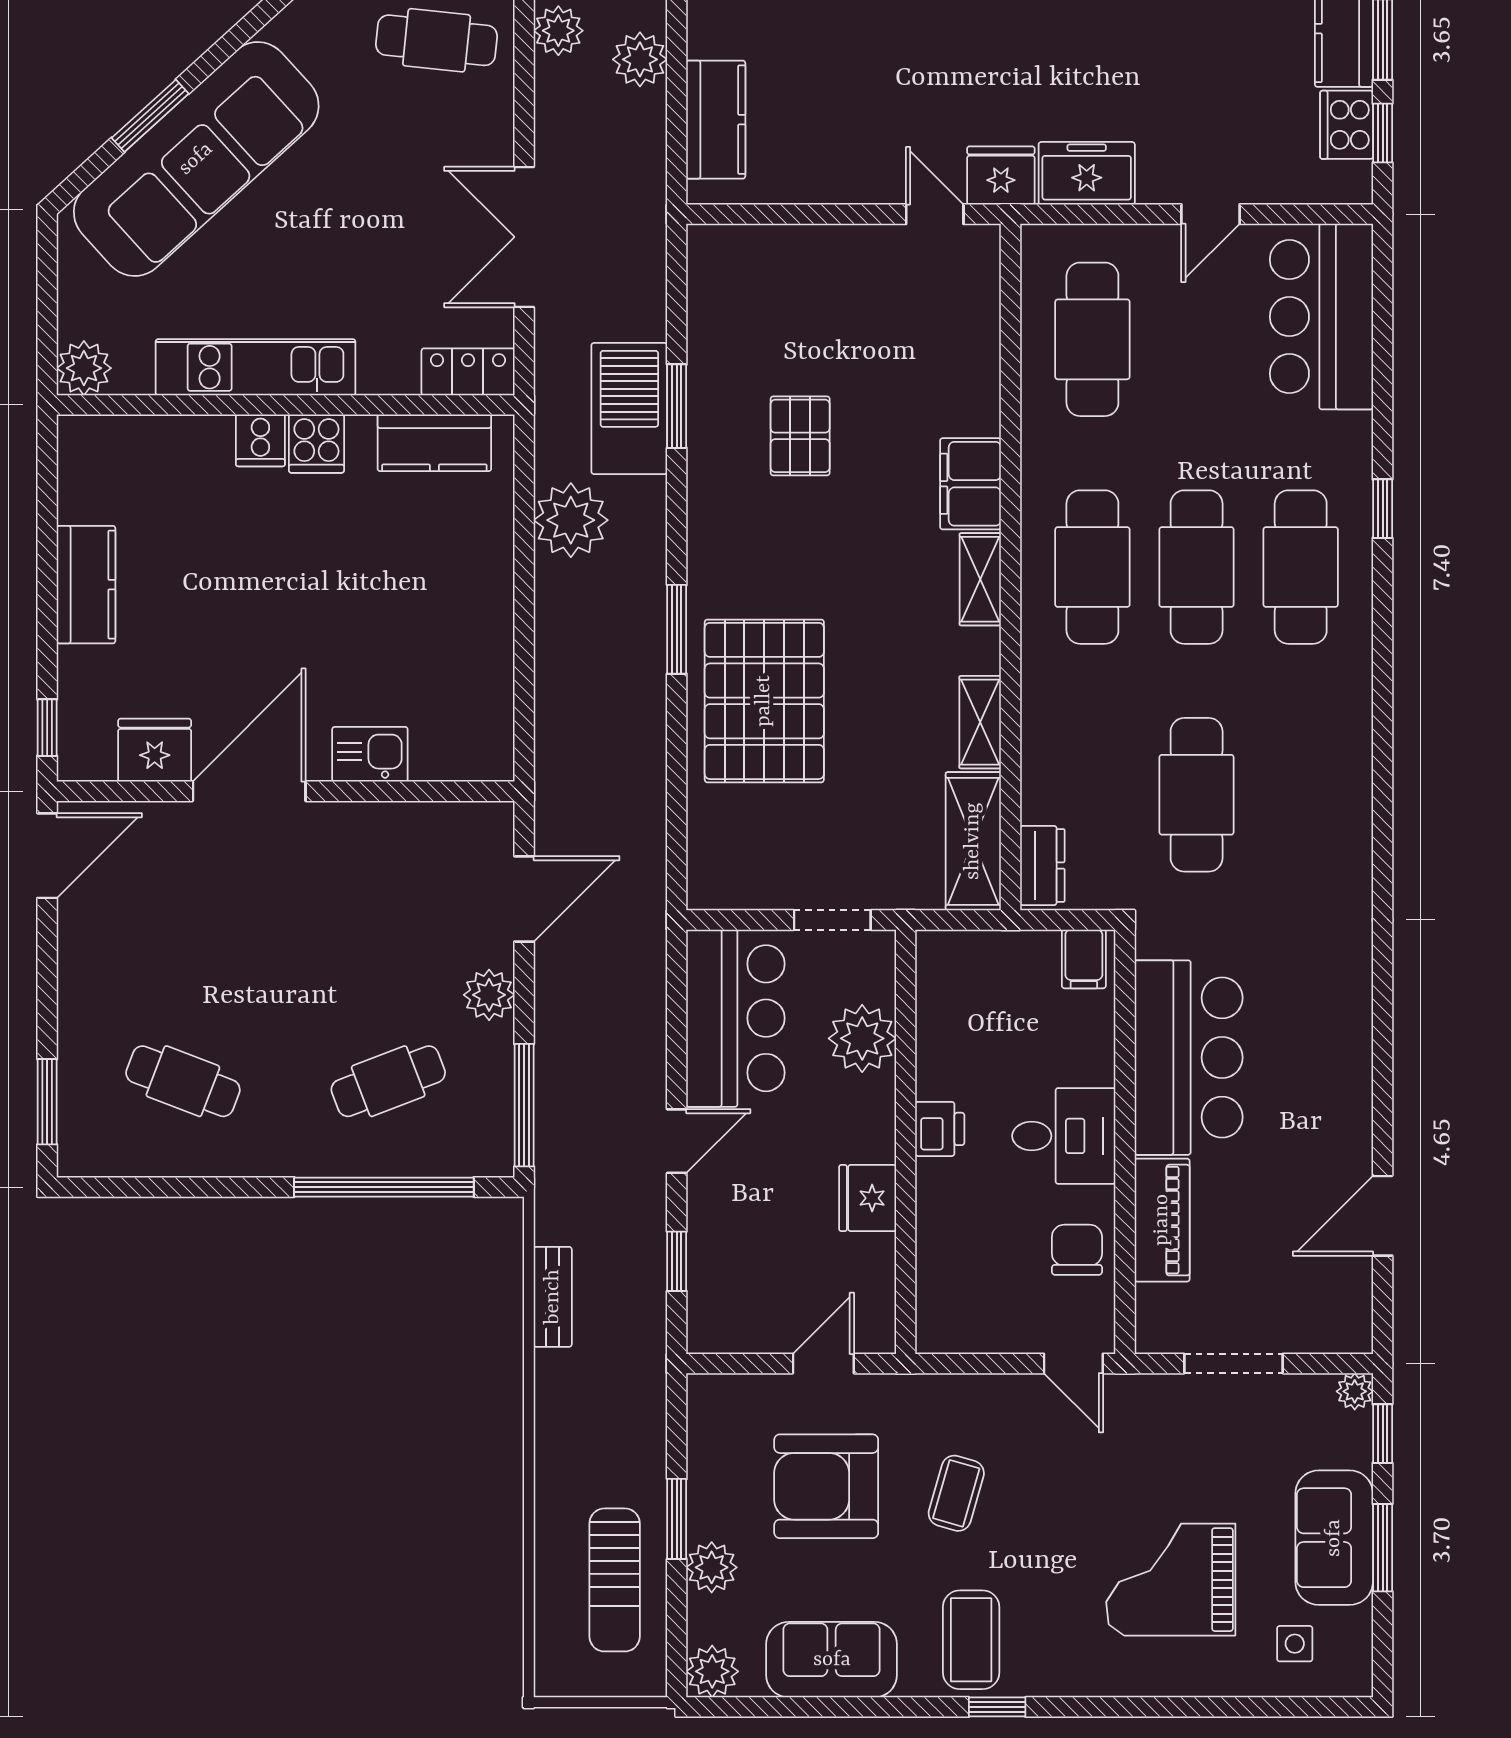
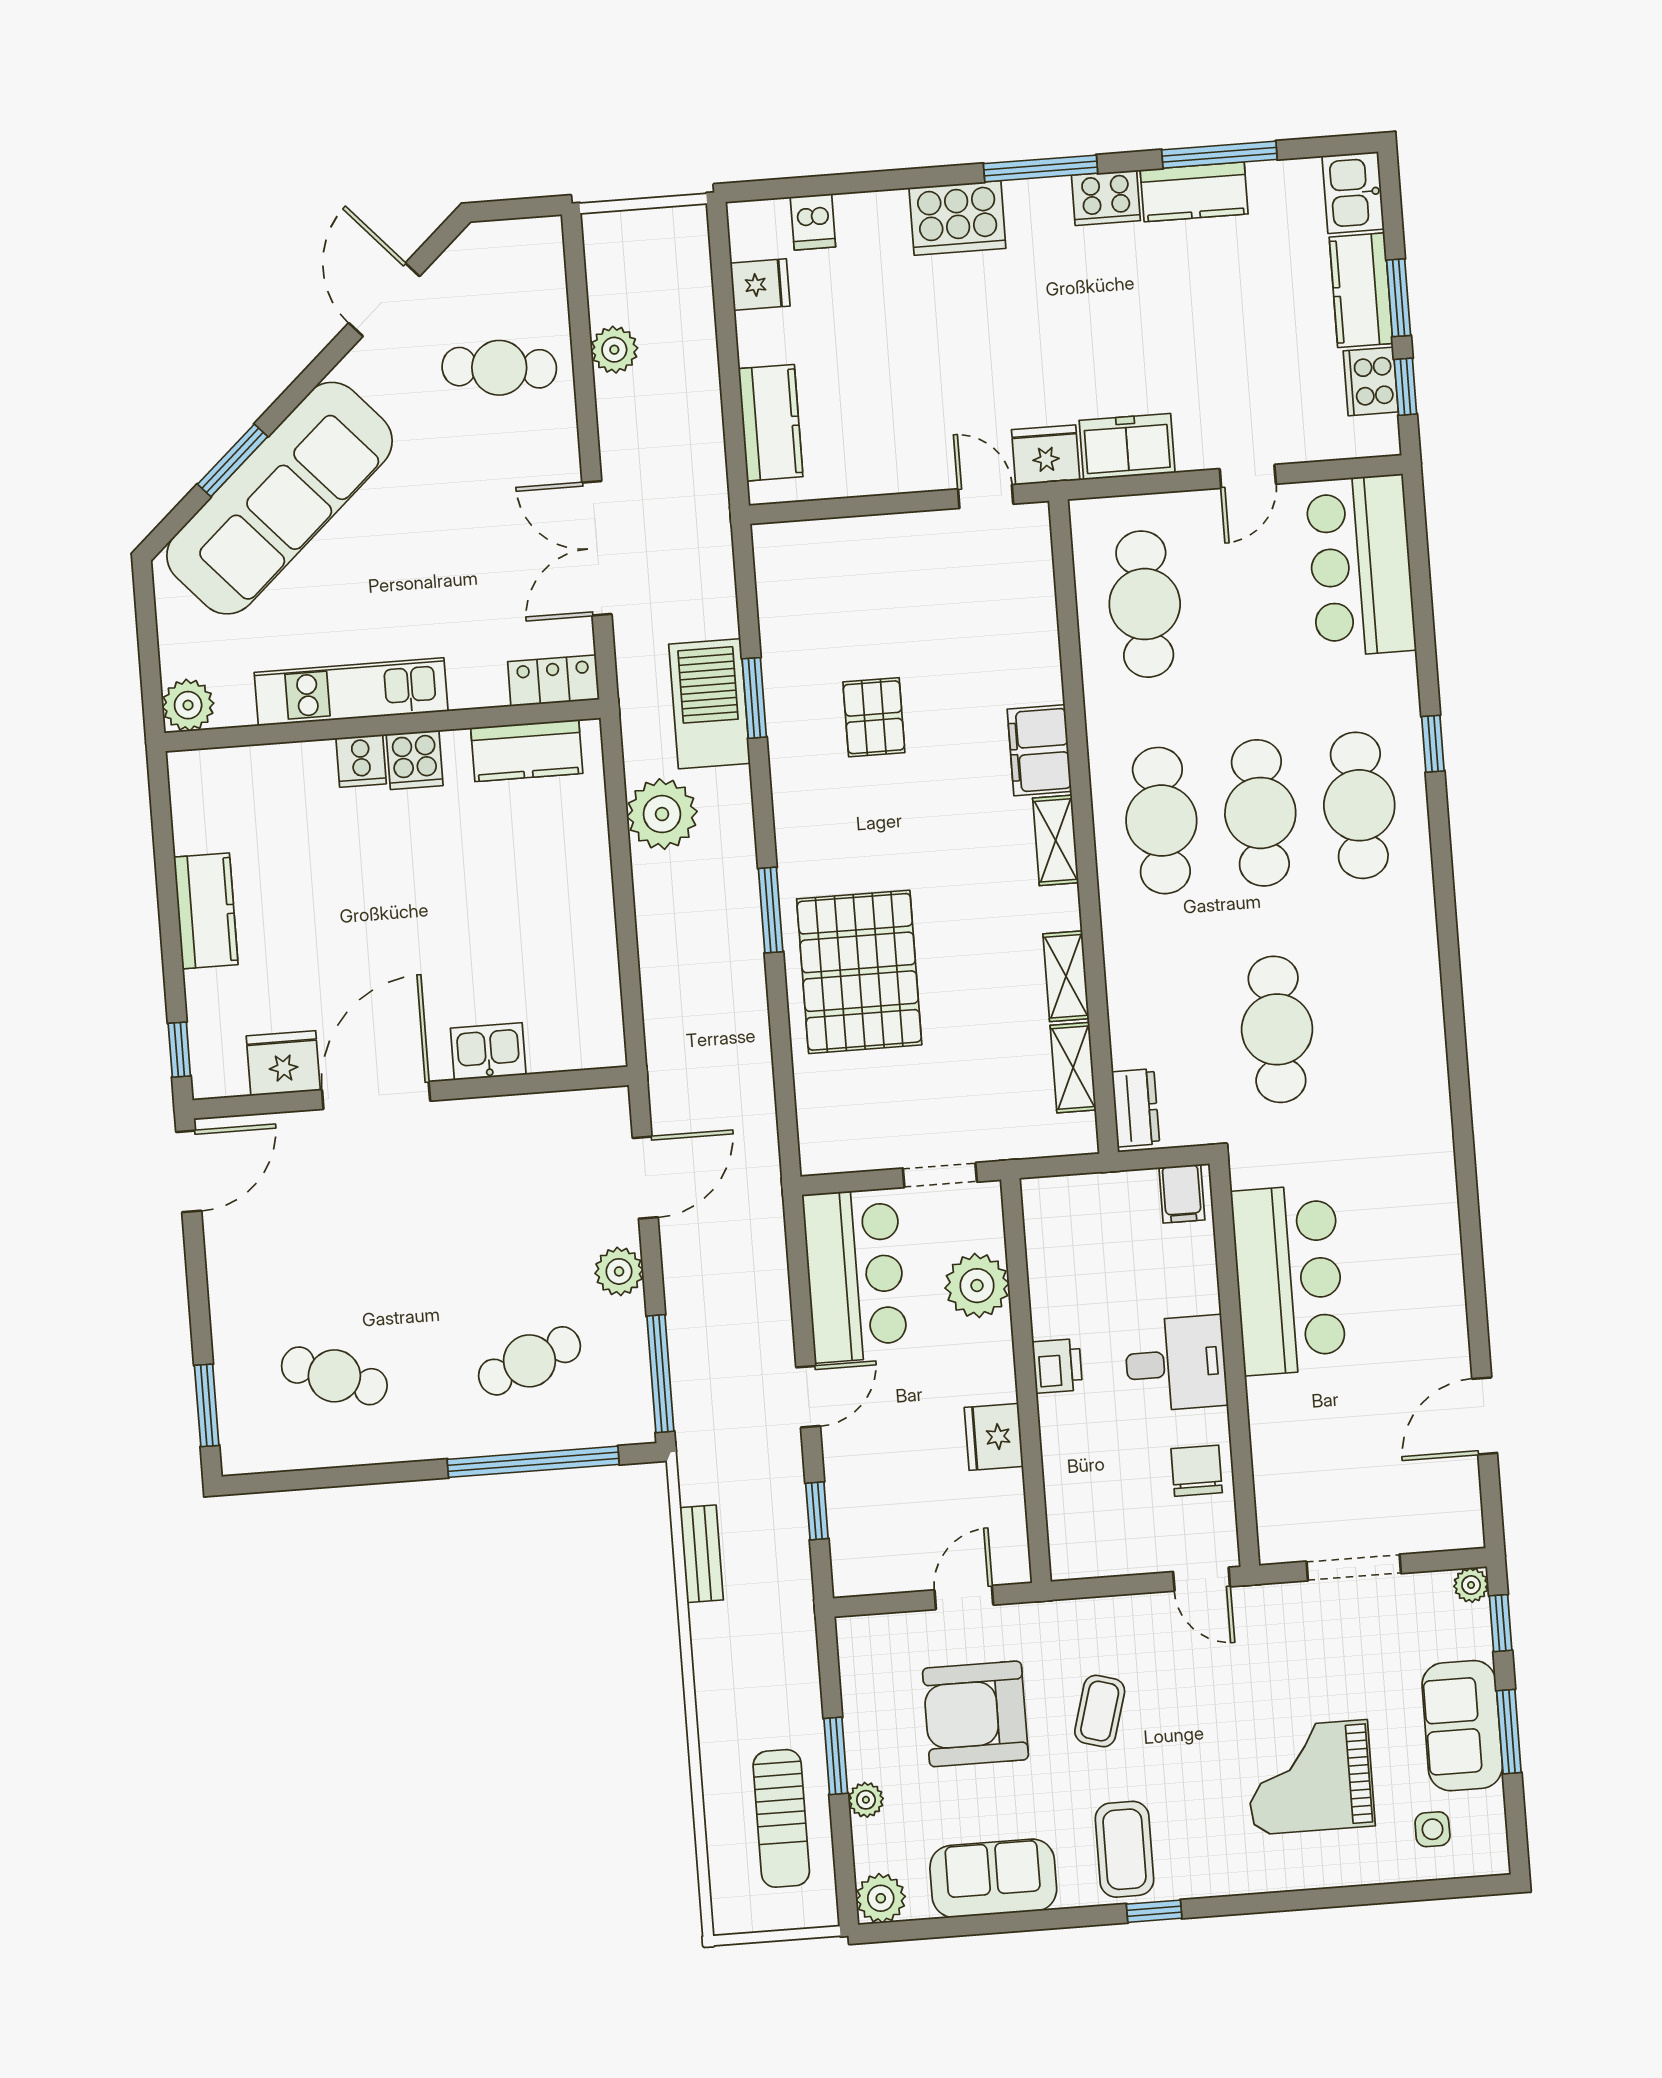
plant: (640, 59) -> (694, 371), removed
shelving: (973, 841) -> (1073, 1068), width x0.67, depth x0.75
piano: (1162, 1220) -> (1275, 1436), removed
plant: (712, 1567) -> (866, 1800), width x0.73, depth x0.73

